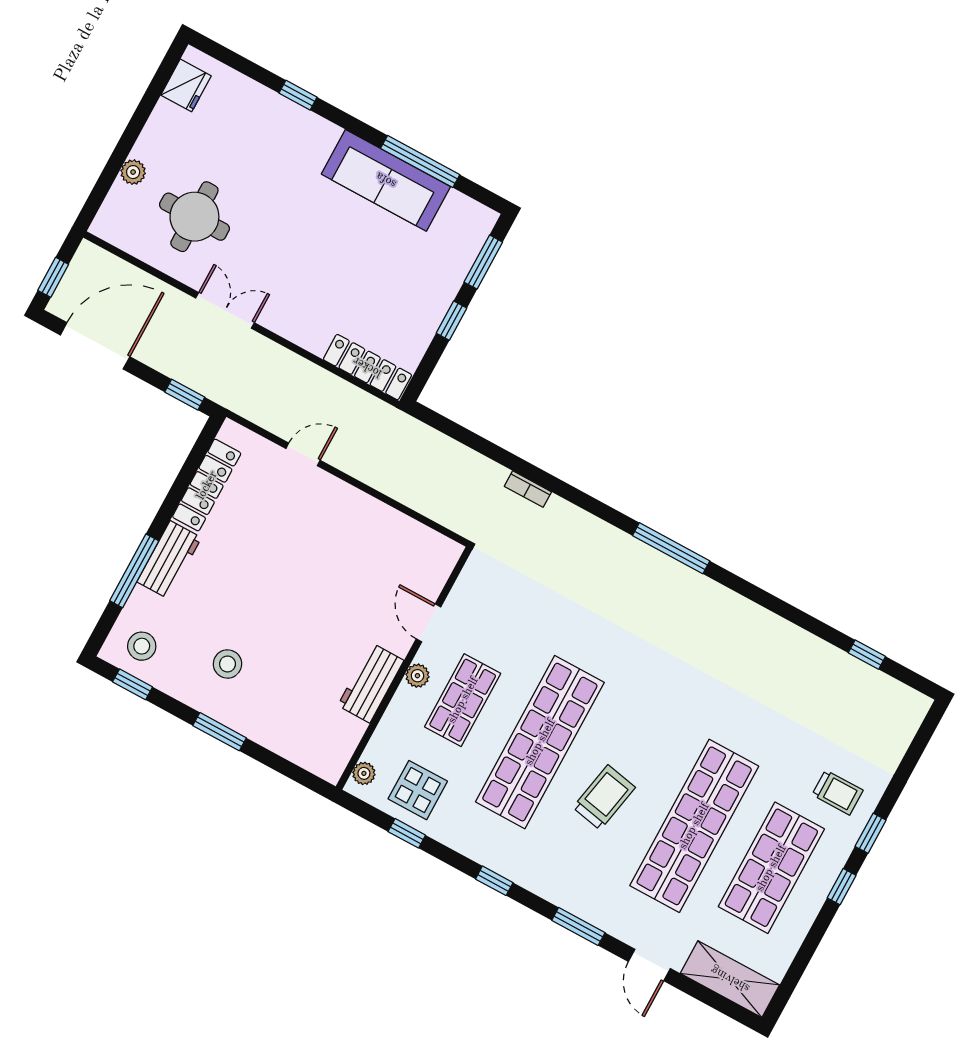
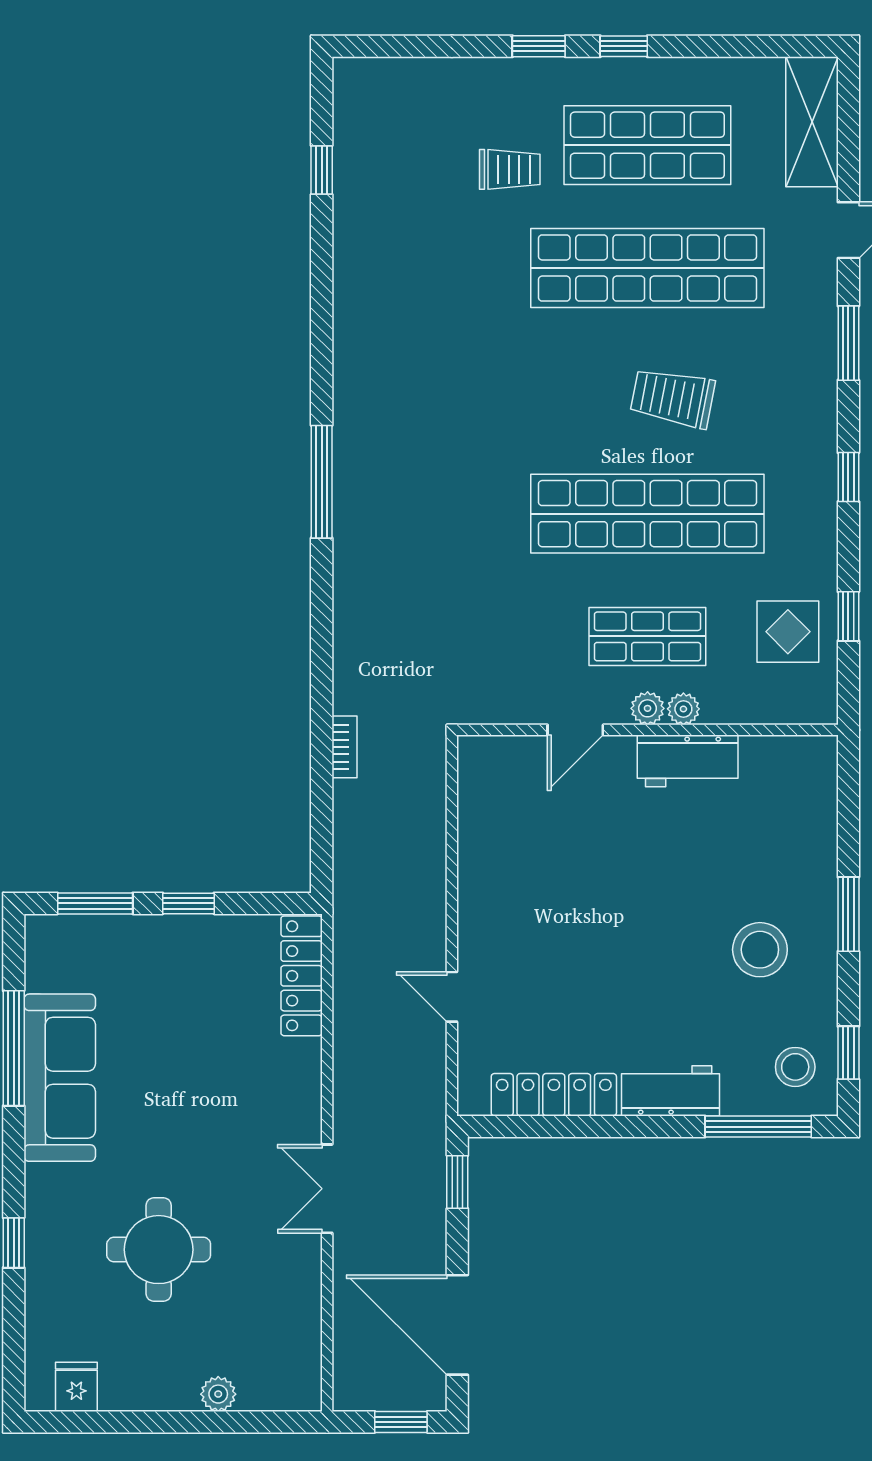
fridge: (186, 85) -> (76, 1387), width x0.72
round table: (194, 217) -> (159, 1250), moved
bookcase: (528, 489) -> (344, 747), moved
window: (134, 571) -> (758, 1127), moved
stool: (227, 664) -> (760, 950), width x1.38, depth x1.38
plant: (364, 773) -> (683, 709), moved
trolley: (838, 792) -> (510, 169), moved, turned 90

